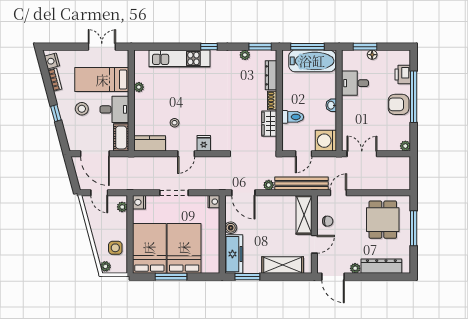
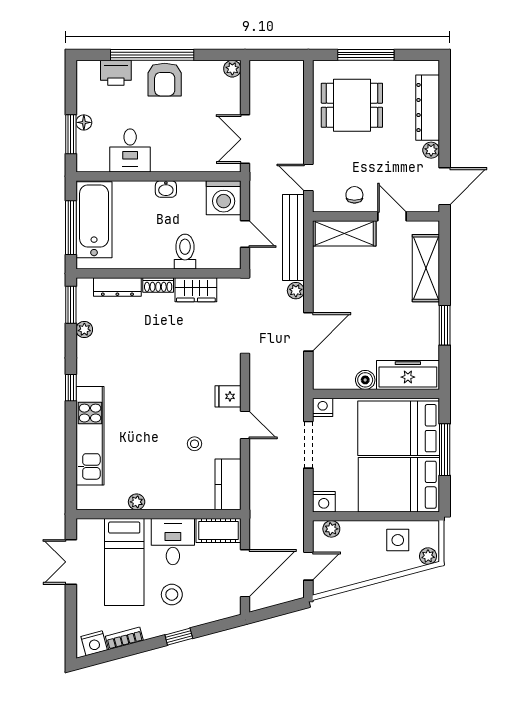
nightstand: (214, 202) -> (323, 407), moved
boiler: (231, 228) -> (365, 380), moved
wall: (222, 234) -> (376, 394), moved
freezer: (234, 254) -> (408, 375), moved

